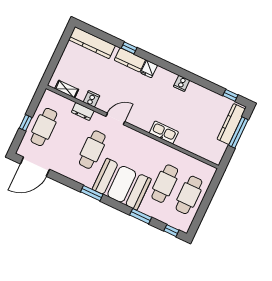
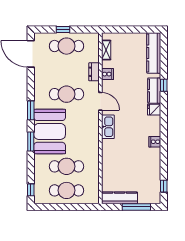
kitchen counter: (231, 124) -> (120, 198), moved
kitchen sink: (164, 132) -> (108, 127), moved
window: (141, 216) -> (31, 142), moved

